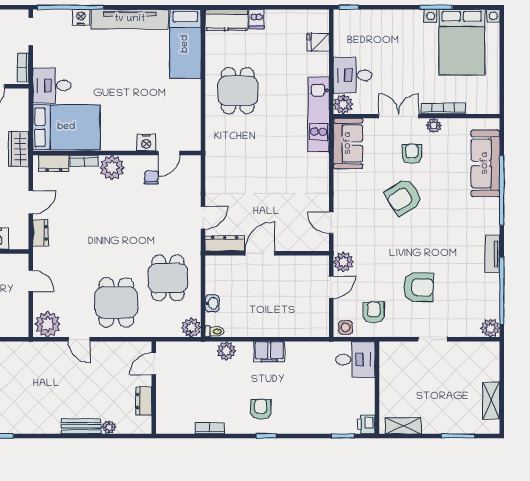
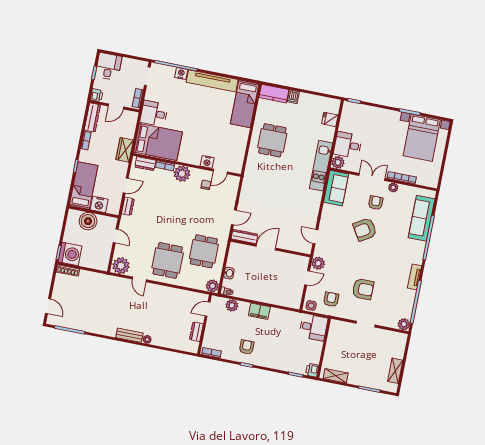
door: (154, 364) -> (208, 309), moved
wall: (154, 388) -> (205, 324), moved
dresser: (144, 401) -> (196, 332), moved

